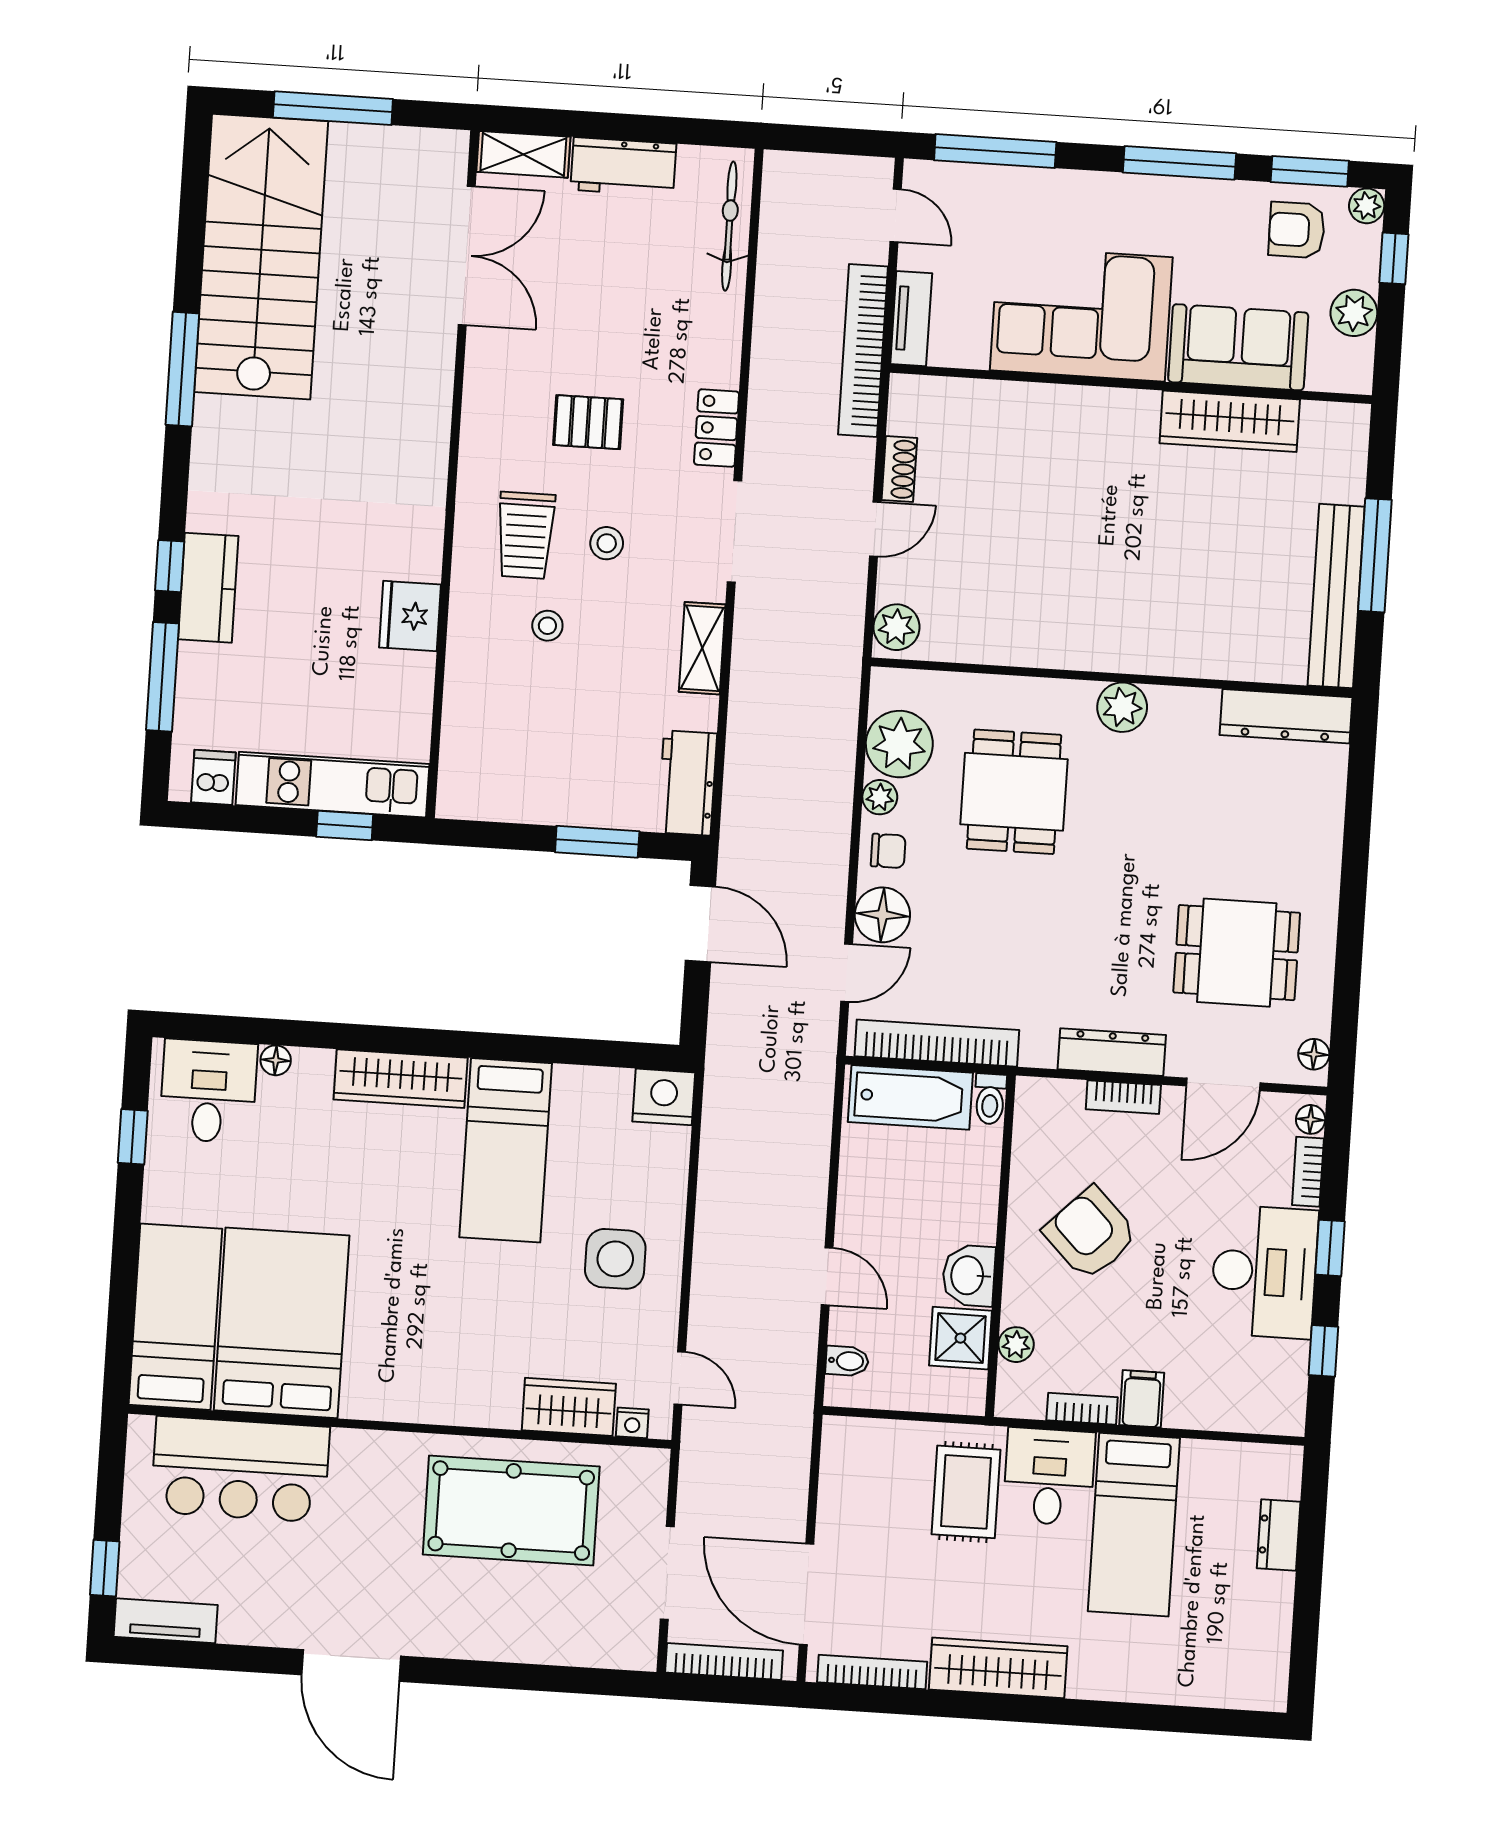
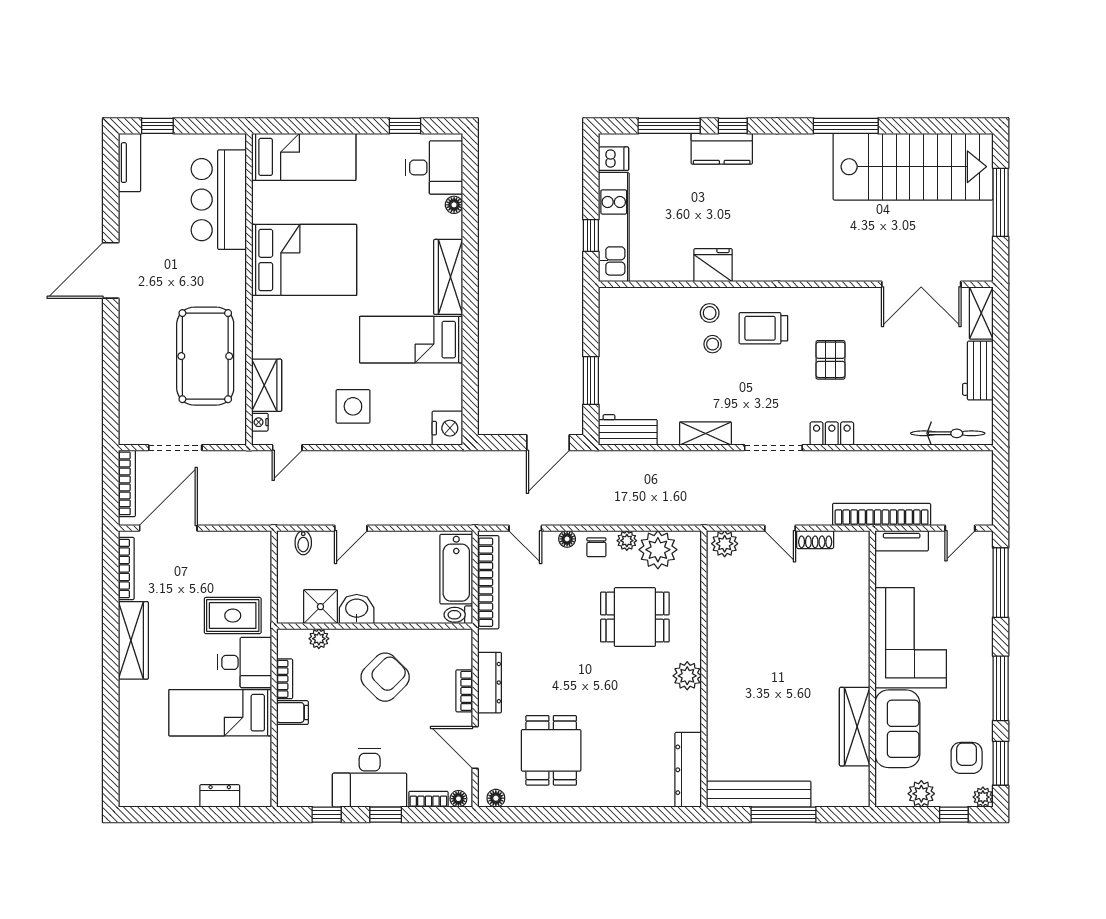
stool: (607, 543) -> (710, 313), moved
floor lamp: (882, 915) -> (567, 539), width x0.53, depth x0.53
bed: (282, 1323) -> (304, 260), moved

